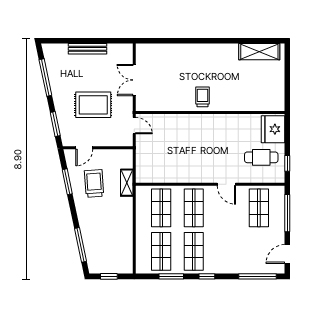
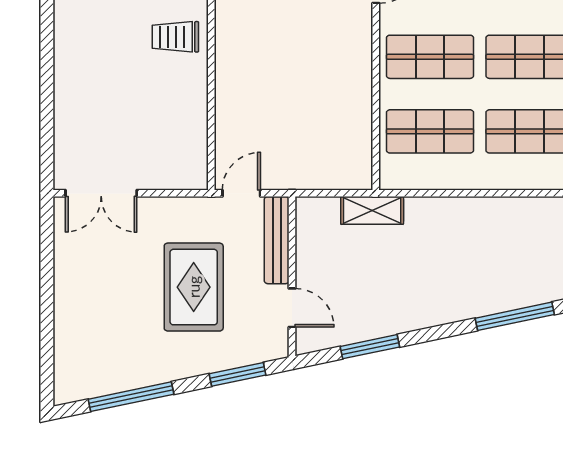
bench: (87, 49) -> (277, 240), moved
double door: (134, 80) -> (101, 193), moved
trolley: (94, 183) -> (374, 285), removed

